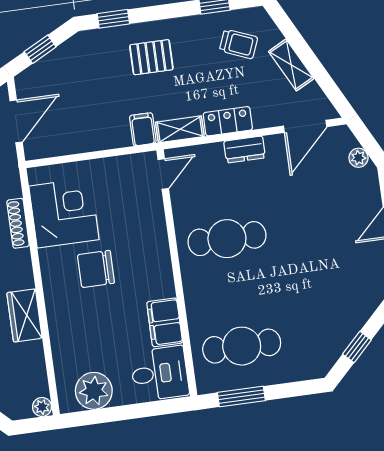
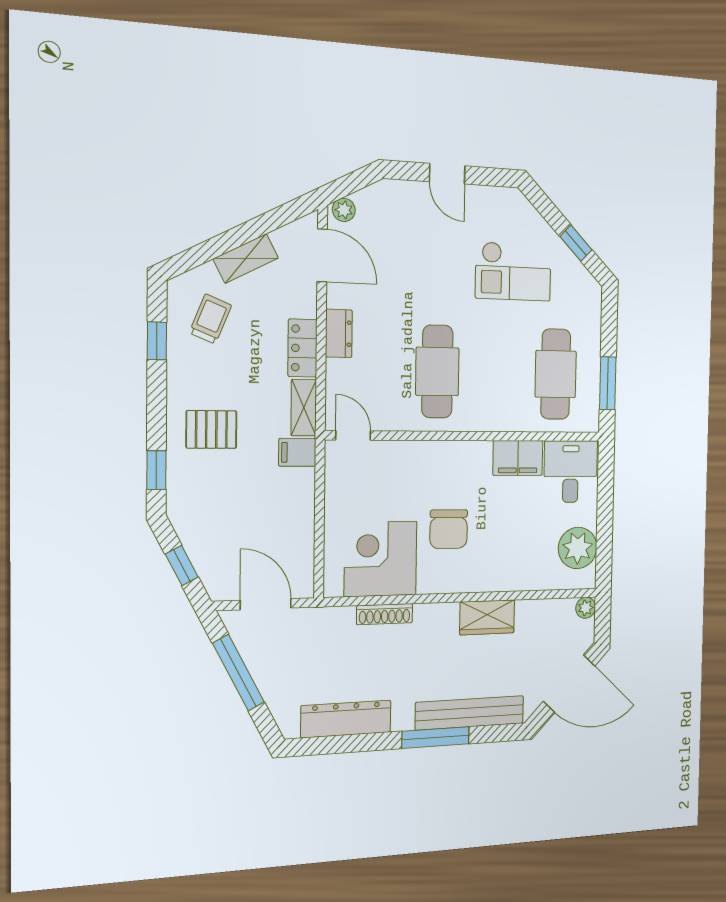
pallet: (151, 57) -> (211, 429), turned 90
plant: (359, 158) -> (344, 210), moved
checkout: (322, 293) -> (513, 271), added

